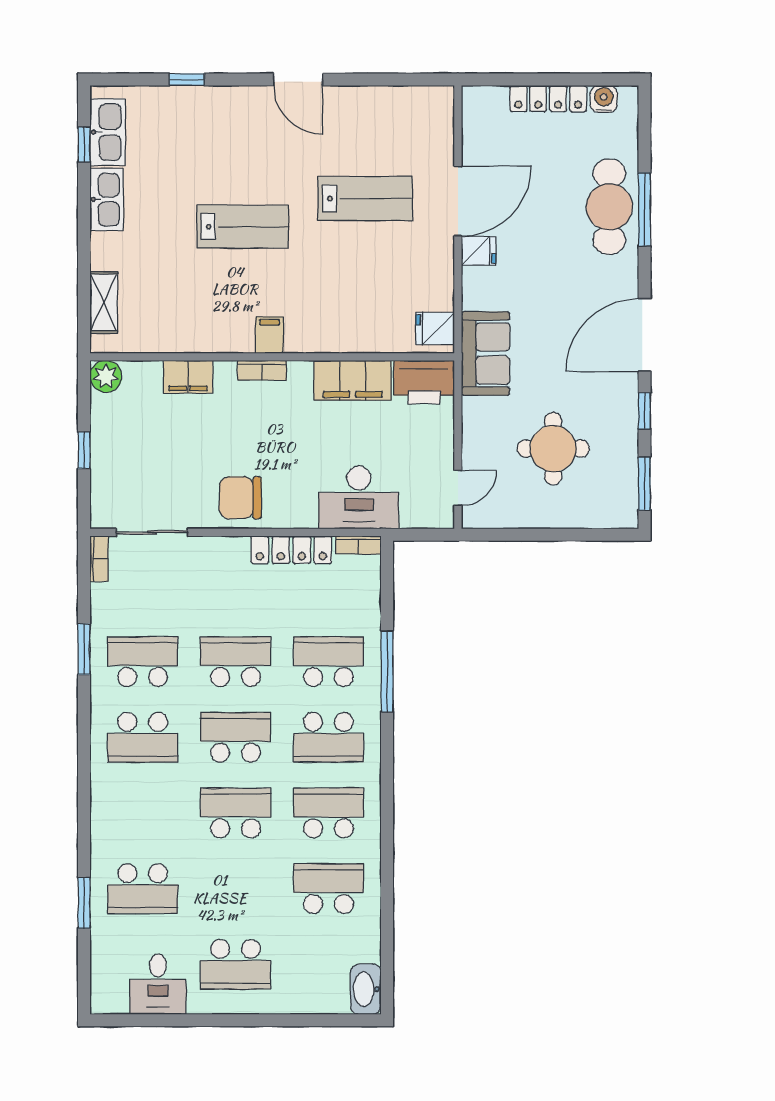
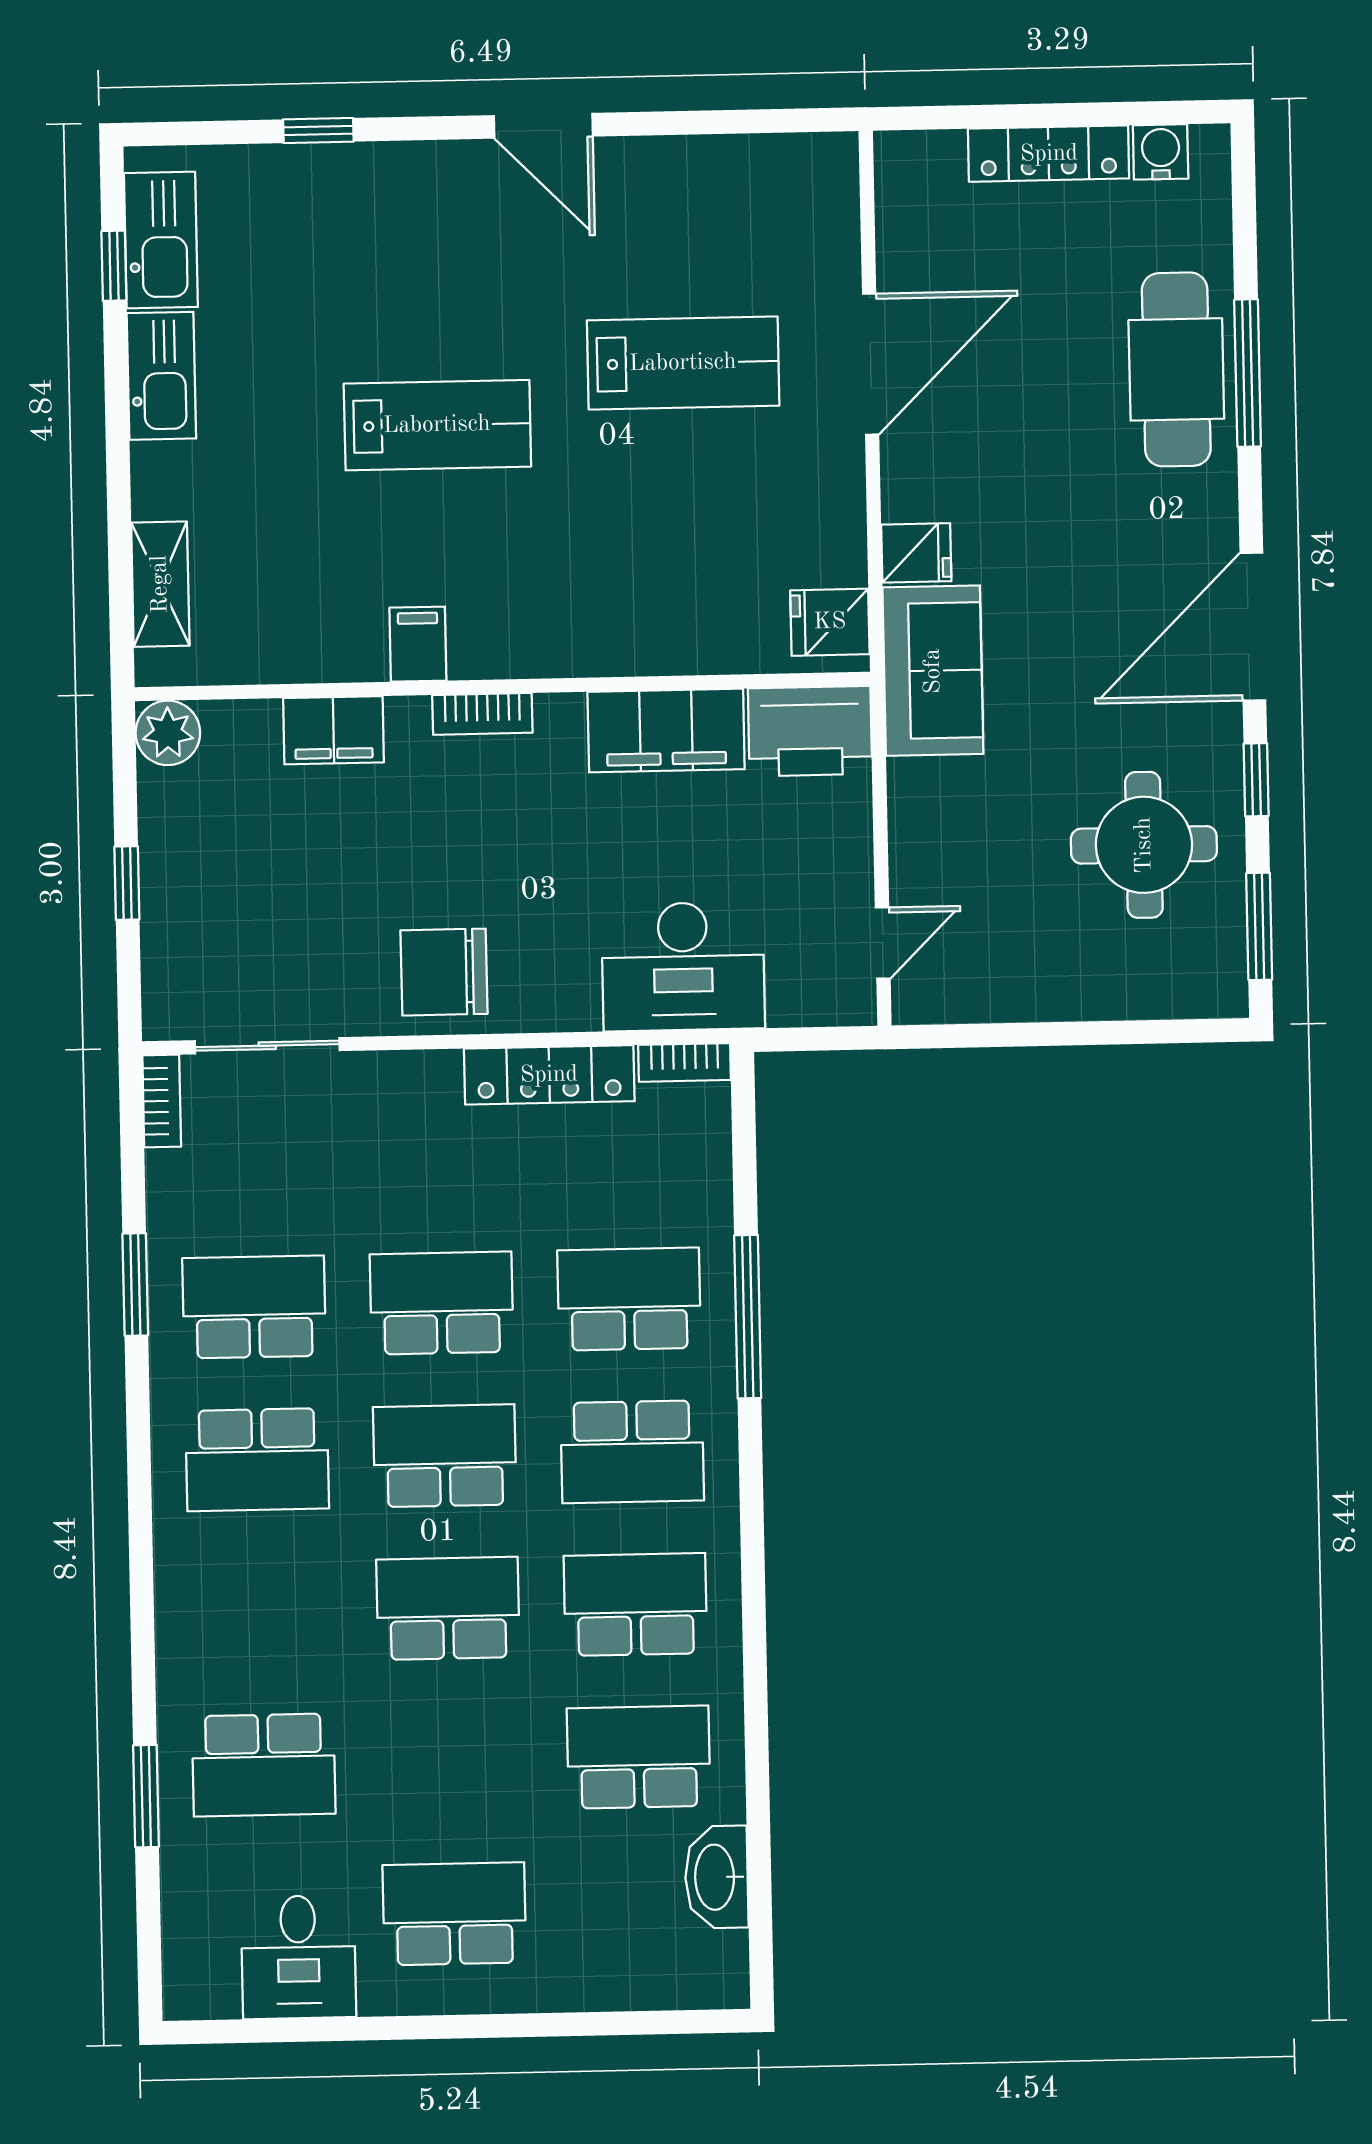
fridge: (479, 251) -> (916, 553), moved
filing cabinet: (269, 335) -> (418, 644), moved
round table: (553, 449) -> (1144, 845), moved
school desk: (236, 964) -> (454, 1914), turned 180
washbasin: (366, 989) -> (716, 1877), moved

